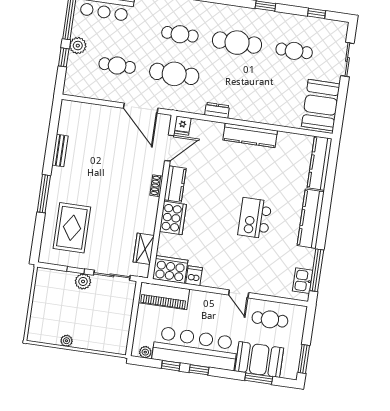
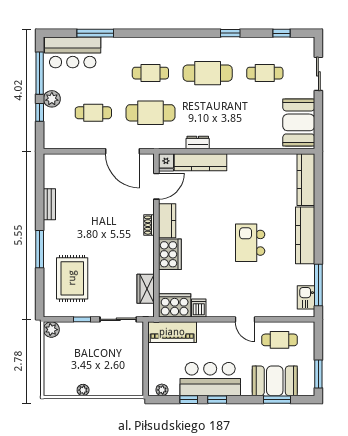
kitchen counter: (250, 135) -> (201, 162), moved
plant: (83, 281) -> (51, 330), moved
bar counter: (195, 348) -> (210, 379), width x0.73

